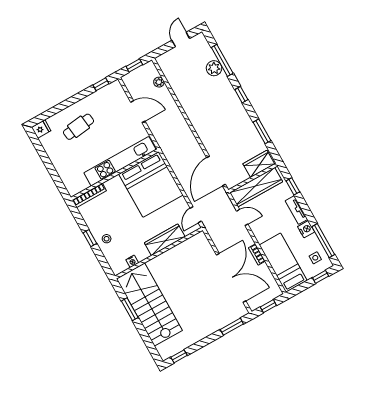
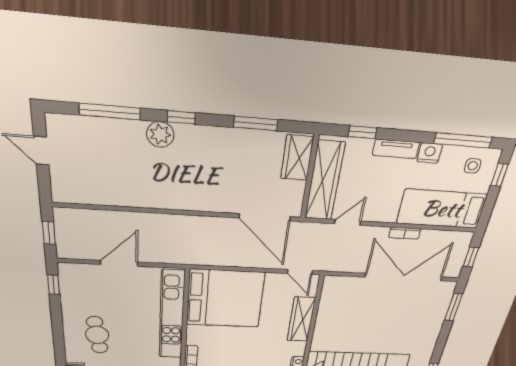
plant: (214, 68) -> (160, 134), moved
plant: (159, 82) -> (92, 216), removed

